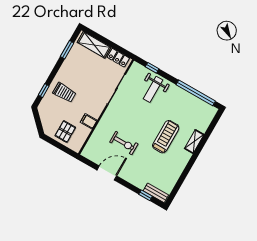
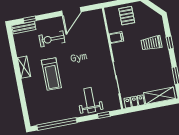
window: (44, 91) -> (170, 43), moved
shelving: (194, 142) -> (24, 67), moved
exercise bike: (124, 143) -> (52, 39), moved

